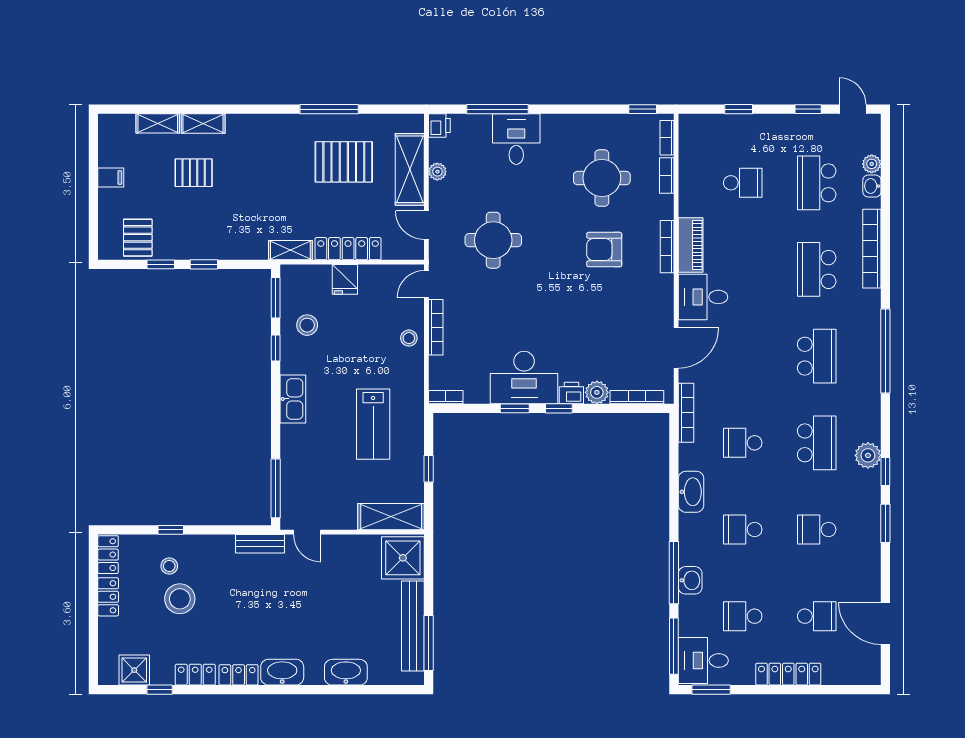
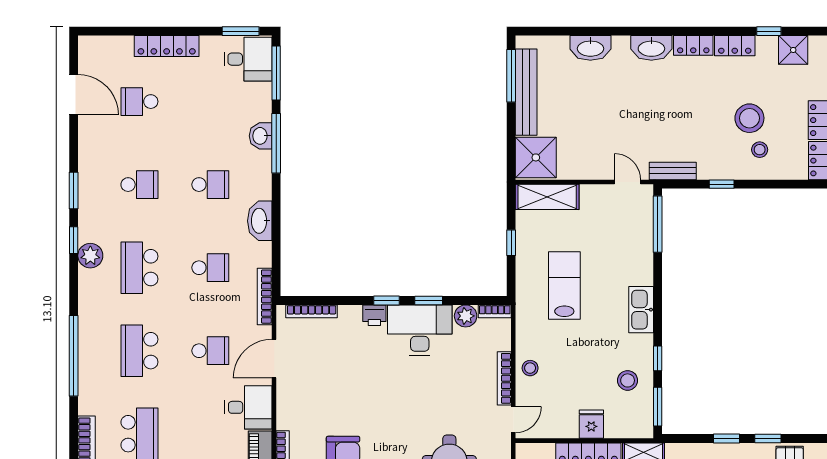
plant: (597, 392) -> (466, 316), moved
window: (171, 530) -> (722, 184), moved
school desk: (743, 616) -> (210, 351), moved

